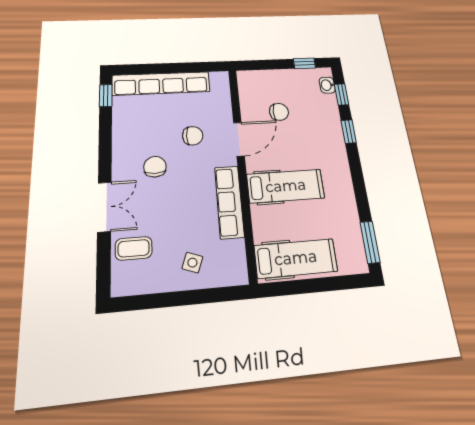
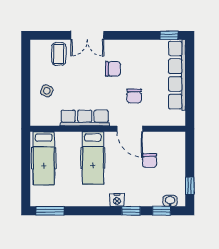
nightstand: (338, 150) -> (117, 200), added

